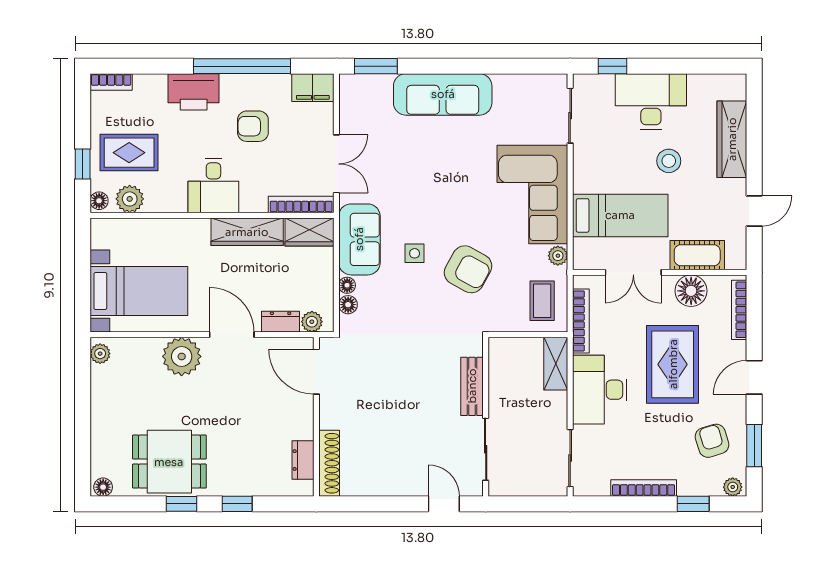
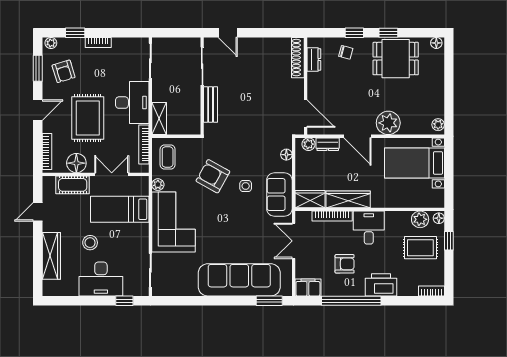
sofa: (443, 94) -> (239, 280), width x1.36, depth x1.27
bookcase: (301, 204) -> (332, 216), moved
floor lamp: (347, 285) -> (287, 166), removed
chair: (251, 472) -> (346, 52), added
bookcase: (644, 488) -> (98, 42), width x0.64

